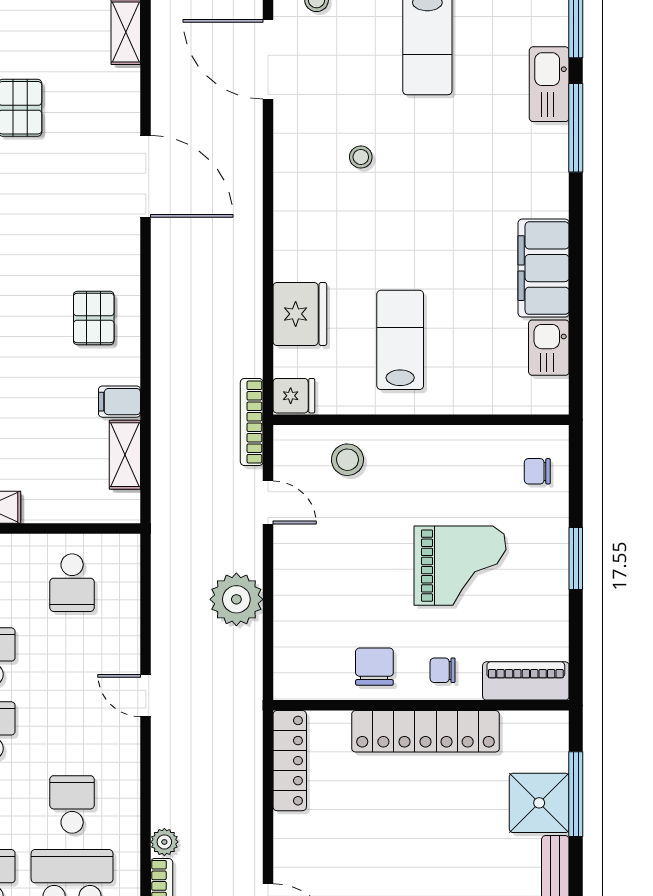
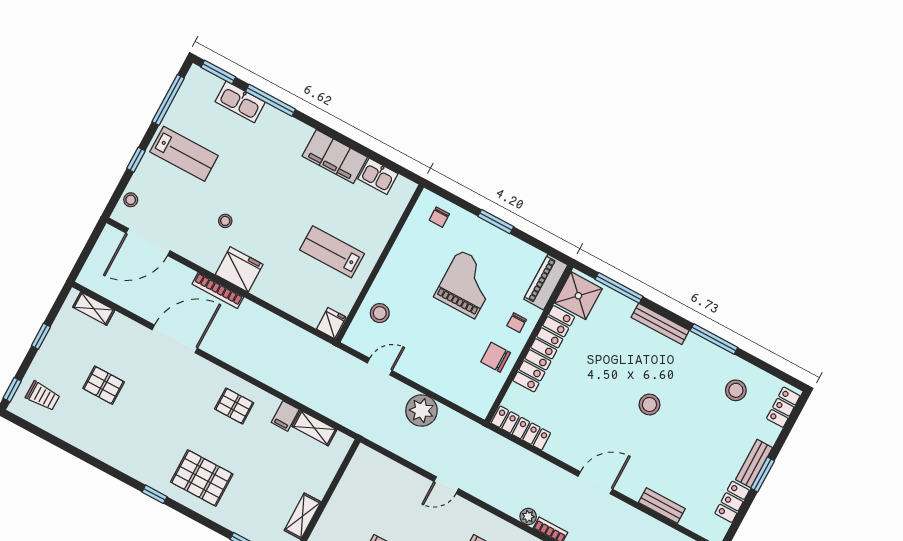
fridge: (300, 314) -> (239, 269), moved
bookcase: (252, 422) -> (218, 290), moved
school desk: (72, 583) -> (367, 492), removed
shower: (539, 803) -> (578, 296), moved

